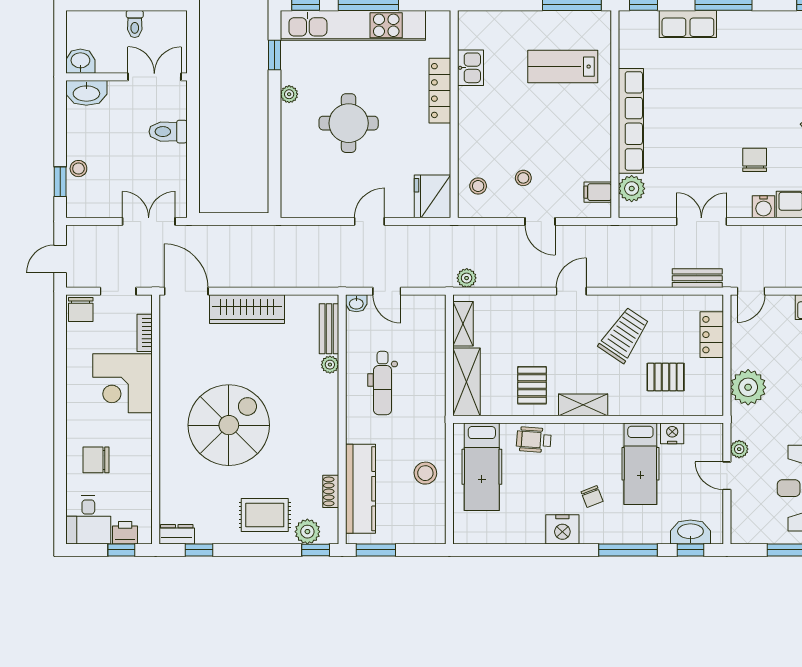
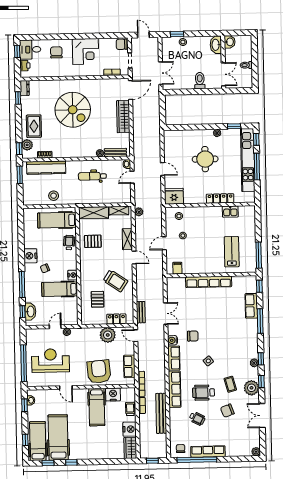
plant: (632, 189) -> (179, 283), removed
corner desk: (123, 383) -> (86, 51), moved, turned 180
plant: (748, 387) -> (108, 335), moved
shelving: (583, 405) -> (127, 239), moved
nightstand: (672, 433) -> (72, 275), moved
window: (121, 550) -> (17, 51), moved

